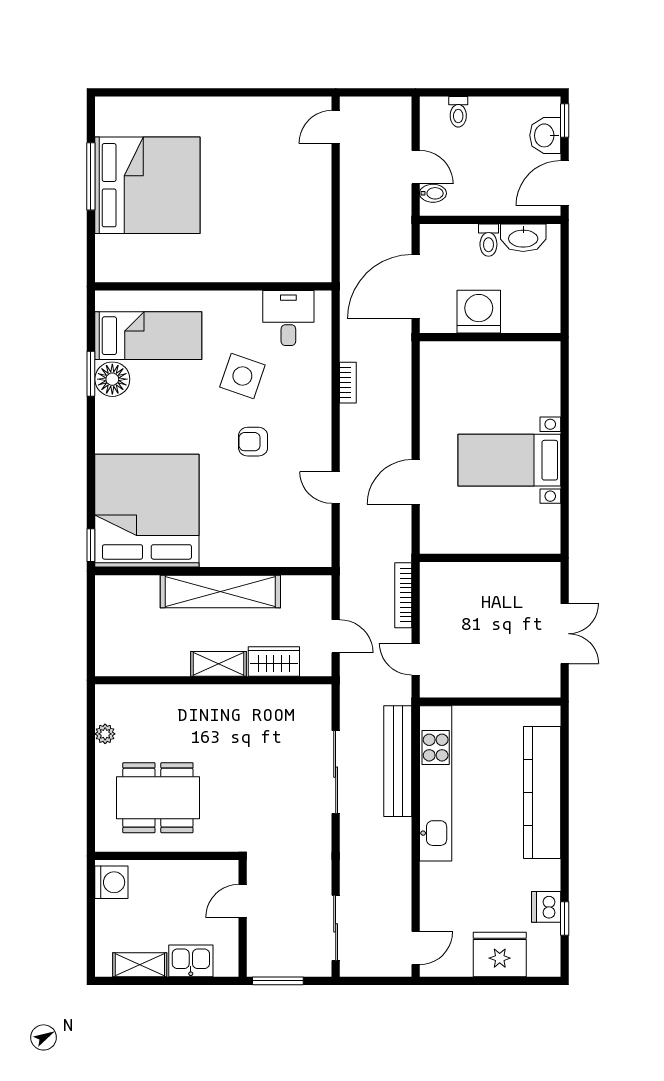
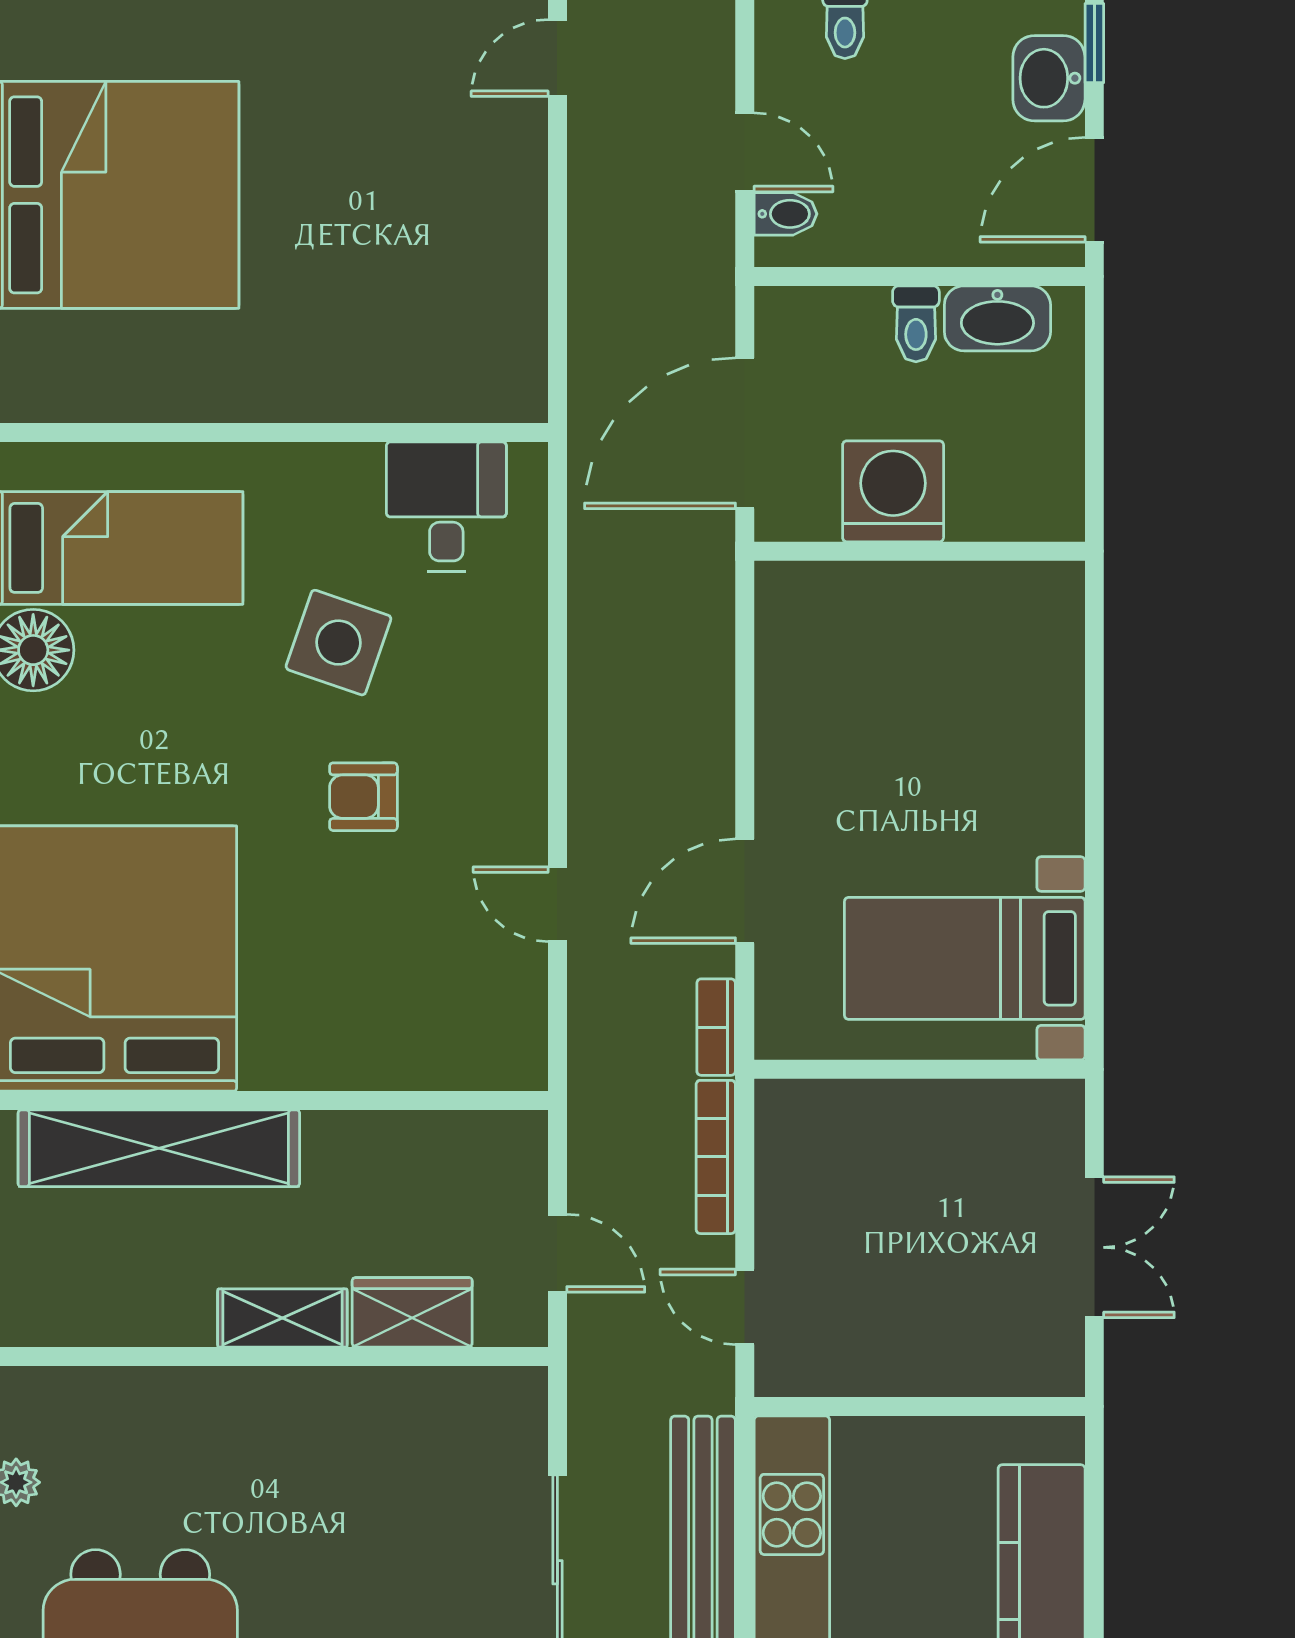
bookcase: (348, 383) -> (716, 1027), moved, turned 180
bed with nightstands: (509, 460) -> (965, 958), moved
shelving: (220, 592) -> (159, 1148), moved

